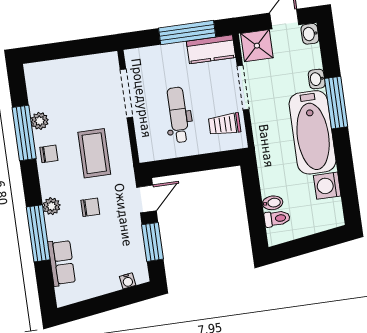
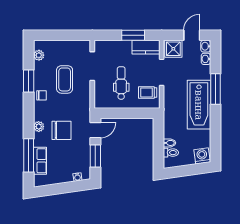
window: (187, 33) -> (133, 35), width x0.69
washbasin: (317, 79) -> (206, 59), moved
plant: (40, 121) -> (39, 55), moved
window: (24, 133) -> (29, 81), width x0.69
coffee table: (94, 153) -> (65, 79), moved
washing machine: (327, 186) -> (202, 156), moved, turned 82
chair: (90, 207) -> (61, 130), width x1.87, depth x1.87
window: (38, 233) -> (29, 155), moved

